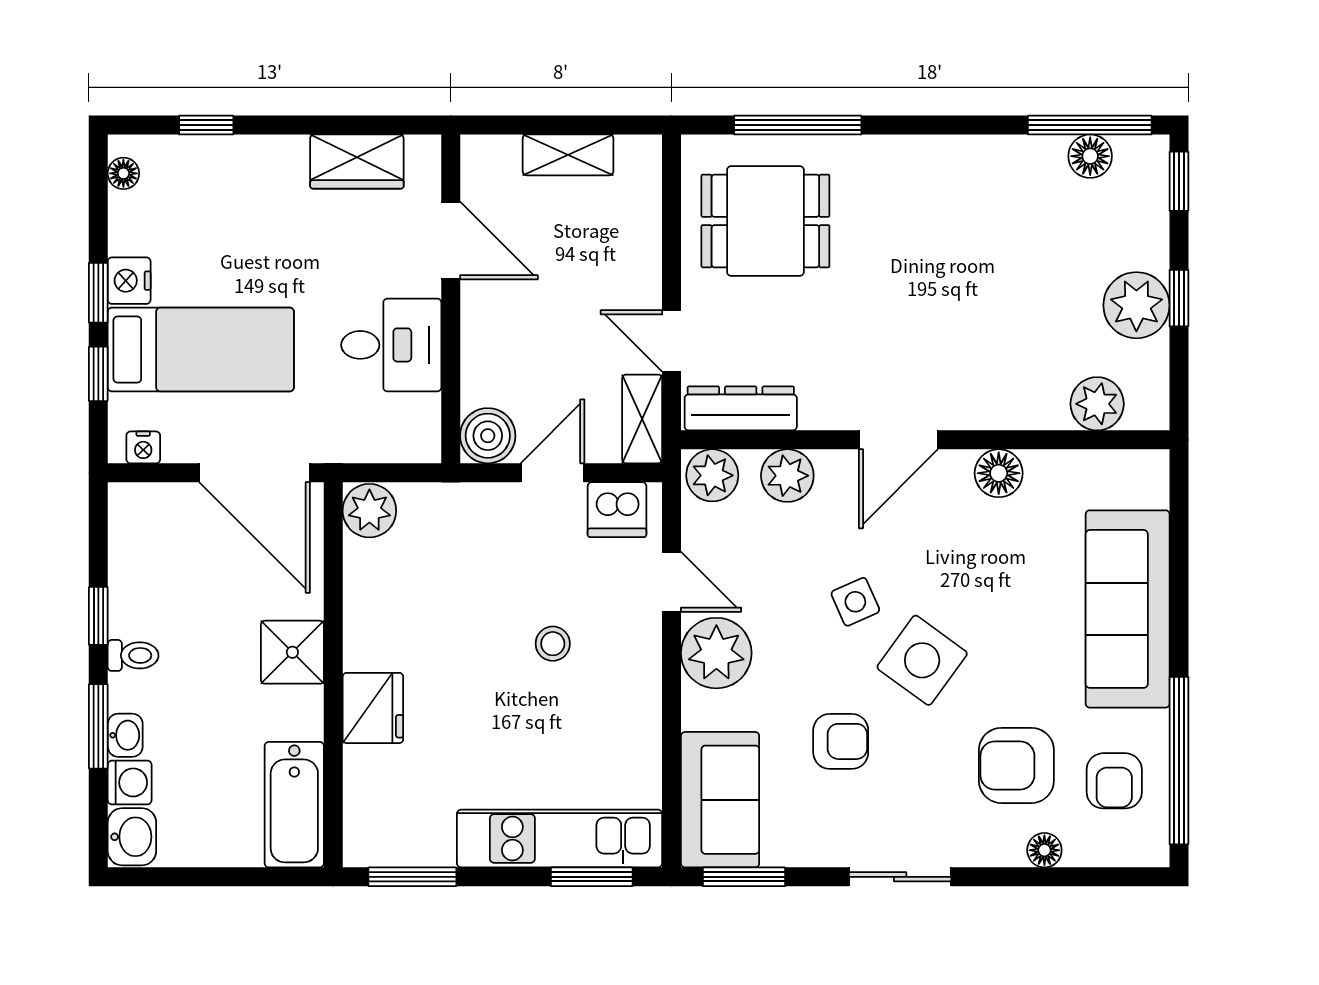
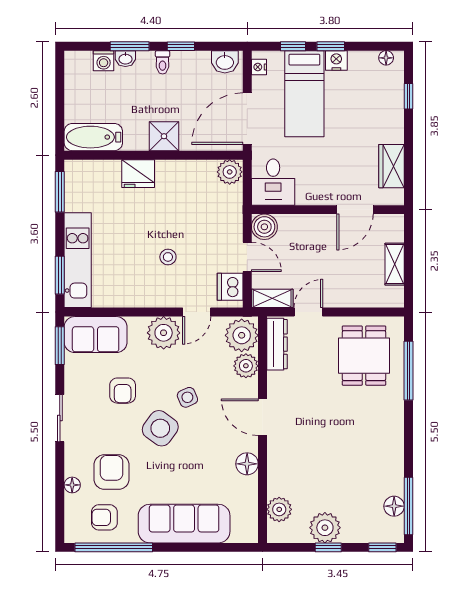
desk: (391, 345) -> (273, 182), moved
plant: (712, 475) -> (242, 335), width x1.36, depth x1.36
washbasin: (132, 837) -> (225, 62), moved

